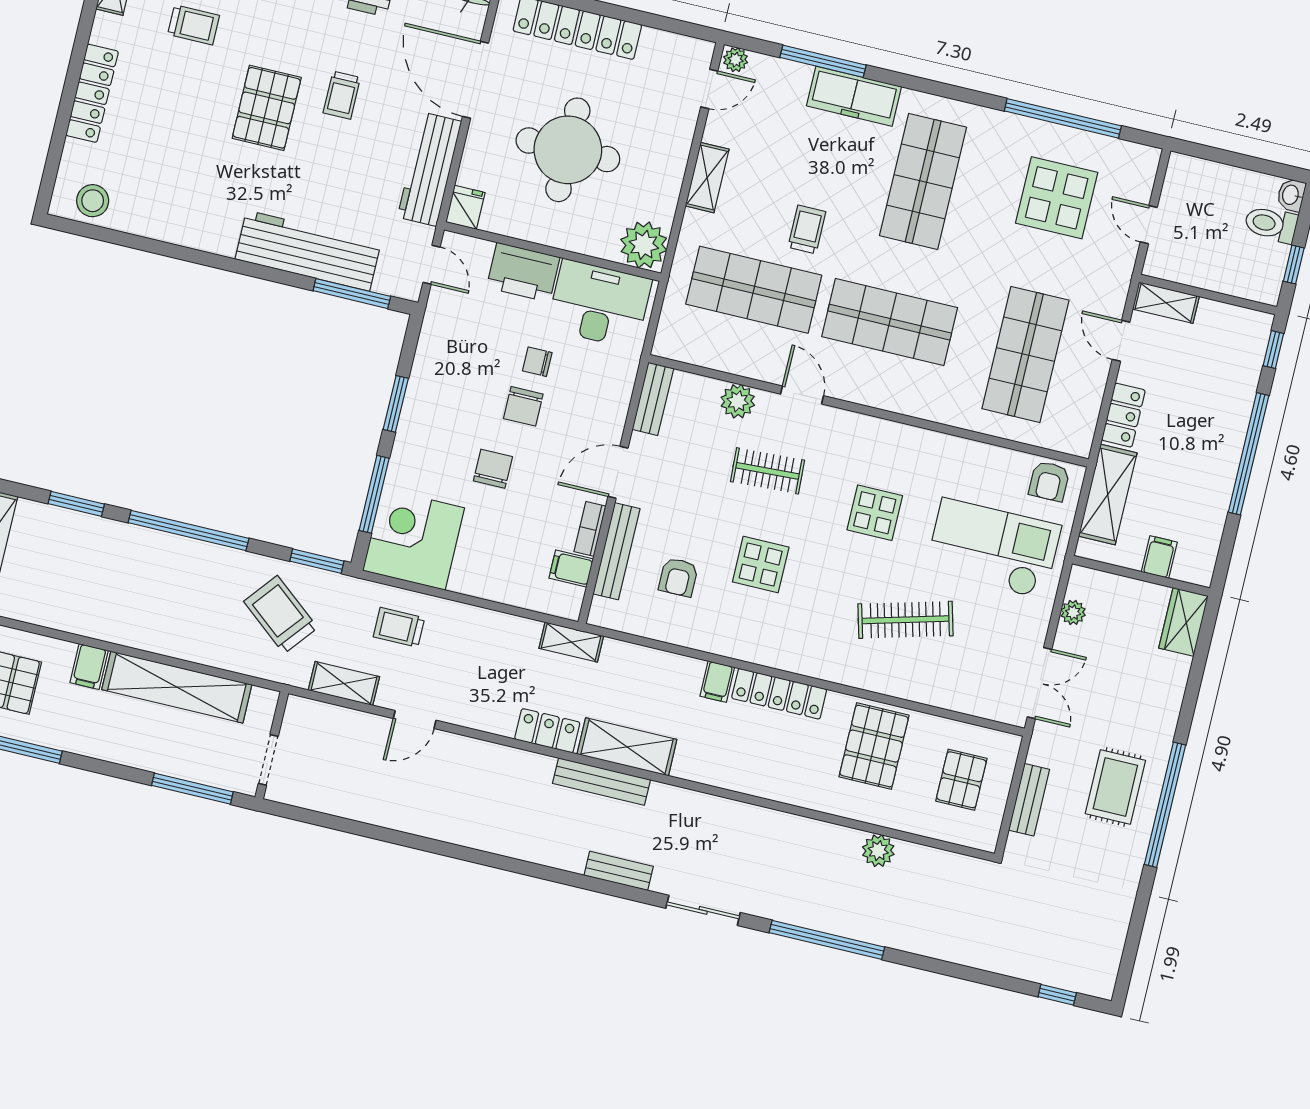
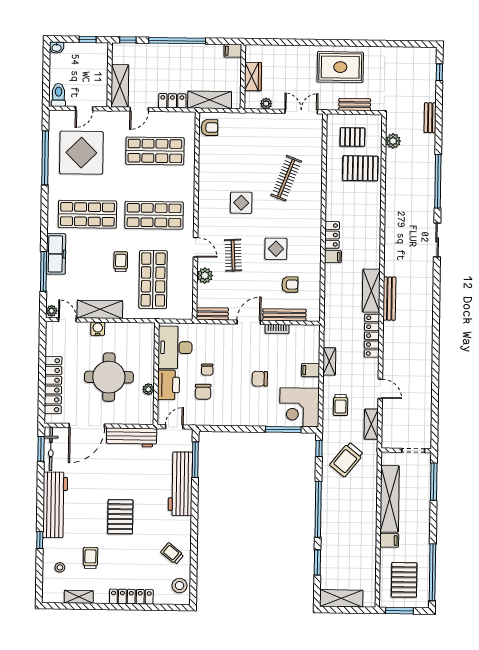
trolley: (342, 95) -> (172, 553), moved, turned -141
pallet: (267, 108) -> (120, 517), turned 90
water cooler: (676, 149) -> (98, 329), added
shelving: (707, 178) -> (100, 309), width x1.50, depth x1.33
display table: (1057, 198) -> (81, 153), width x1.36, depth x1.36
fridge: (465, 207) -> (145, 417), removed
toilet: (1271, 224) -> (58, 95), moved, turned 180
trolley: (807, 229) -> (121, 262), turned 90
plant: (644, 245) -> (148, 389), moved, width x0.53, depth x0.53
shelving: (1166, 303) -> (120, 86), width x1.50, depth x1.33
shop shelf: (890, 322) -> (154, 215), turned 90
door: (802, 395) -> (196, 247), swing flipped
window: (396, 404) -> (240, 429), removed
chair: (523, 406) -> (203, 392), moved, turned 90
door: (618, 472) -> (249, 322), swing flipped
checkout: (993, 548) -> (245, 146), removed
filing cabinet: (1159, 557) -> (233, 51), moved
window: (317, 561) -> (319, 449), width x0.67
filing cabinet: (571, 569) -> (311, 370), moved, turned 90
clothes rail: (905, 620) -> (286, 178), turned 36
wardrobe: (1183, 622) -> (253, 77), moved, turned -90
shelving: (571, 642) -> (329, 361), moved
locker: (779, 694) -> (332, 235), width x0.66
locker: (547, 731) -> (372, 336), width x1.53
pallet: (874, 746) -> (360, 168), moved
rug: (1115, 787) -> (340, 67), width x1.36, depth x1.43
window: (1165, 805) -> (343, 43), removed
plant: (878, 851) -> (393, 141), moved
bench: (619, 871) -> (430, 118), moved

